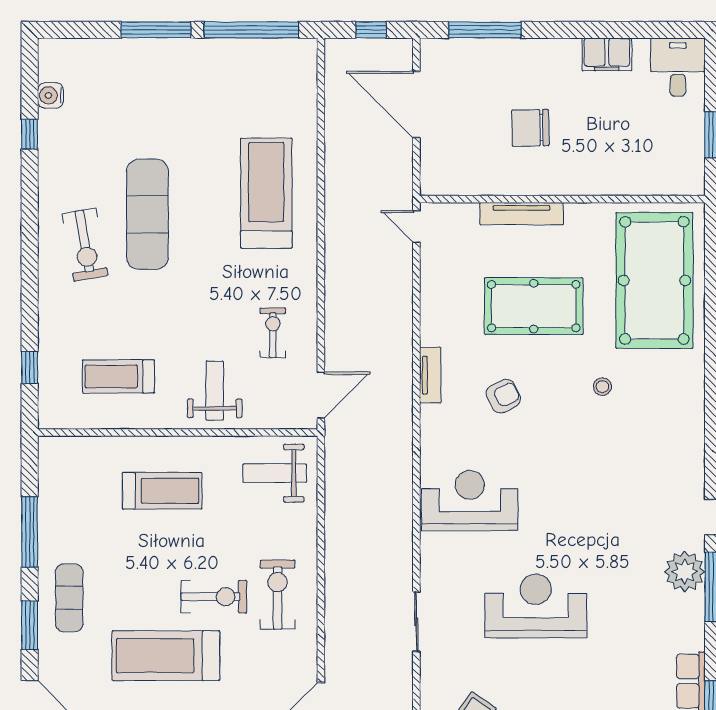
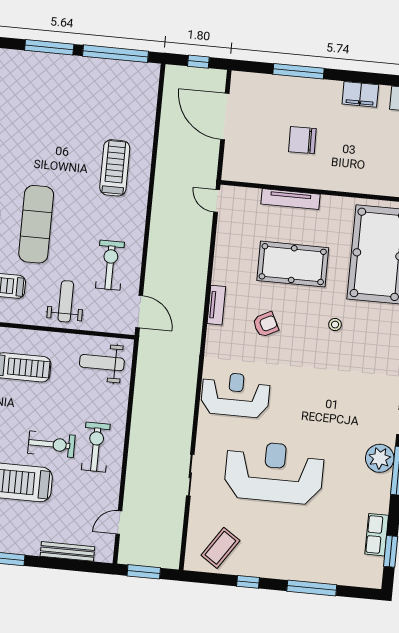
window: (485, 30) -> (298, 71), moved
treadmill: (266, 193) -> (115, 168), width x0.73, depth x0.73
exercise mat: (147, 214) -> (36, 224), moved
exercise bike: (273, 333) -> (110, 265), width x1.38, depth x1.39
door: (321, 395) -> (139, 312), hinge flipped
reception desk: (536, 606) -> (274, 472), width x1.36, depth x1.30

